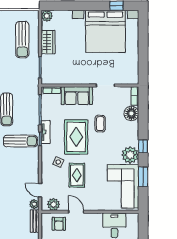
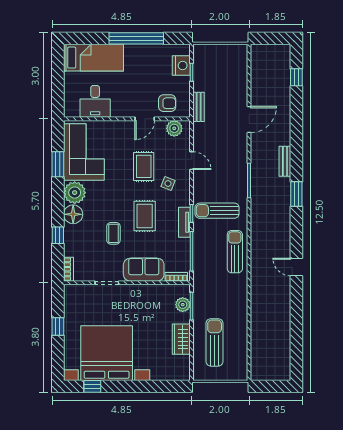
plant: (47, 16) -> (183, 305), moved
window: (143, 52) -> (58, 326), added
floor lamp: (131, 113) -> (73, 214), moved
rug: (76, 137) -> (145, 216), width x0.73, depth x0.70
window: (143, 146) -> (58, 235), moved
door: (40, 190) -> (192, 161), moved
plant: (34, 204) -> (199, 129), removed
door: (76, 212) -> (145, 119), hinge flipped
armchair: (59, 224) -> (167, 103), turned 90

